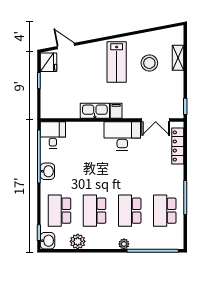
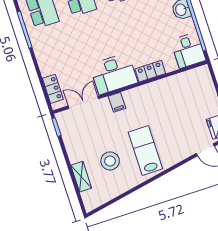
kitchen sink: (95, 111) -> (152, 91), removed
filing cabinet: (116, 111) -> (117, 102), moved
locker: (91, 128) -> (150, 71), added
locker: (178, 146) -> (53, 89), width x0.66

